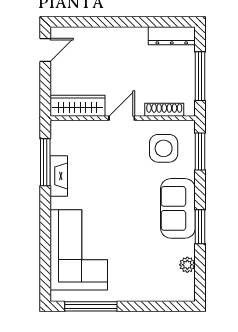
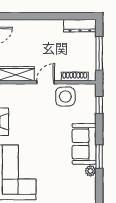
side table: (164, 148) -> (65, 97), moved
window: (200, 151) -> (99, 105), width x0.67
plant: (187, 265) -> (91, 171), moved

